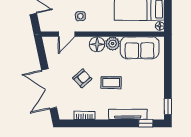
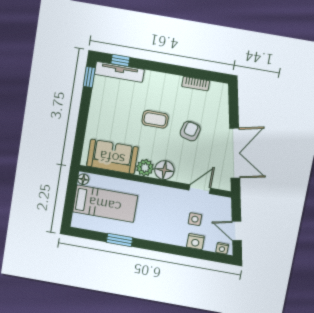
side table: (80, 16) -> (195, 219), moved
armchair: (82, 78) -> (190, 131), turned 146
double door: (49, 89) -> (235, 153), moved
tv unit: (128, 114) -> (119, 72), moved

